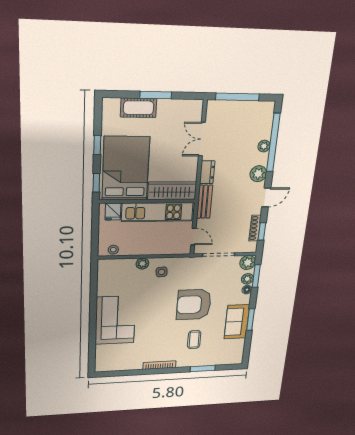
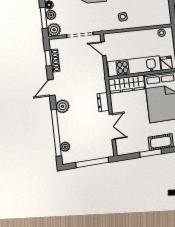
plant: (264, 146) -> (65, 147), moved
bench: (205, 202) -> (100, 78), removed
plant: (142, 264) -> (139, 23), removed

